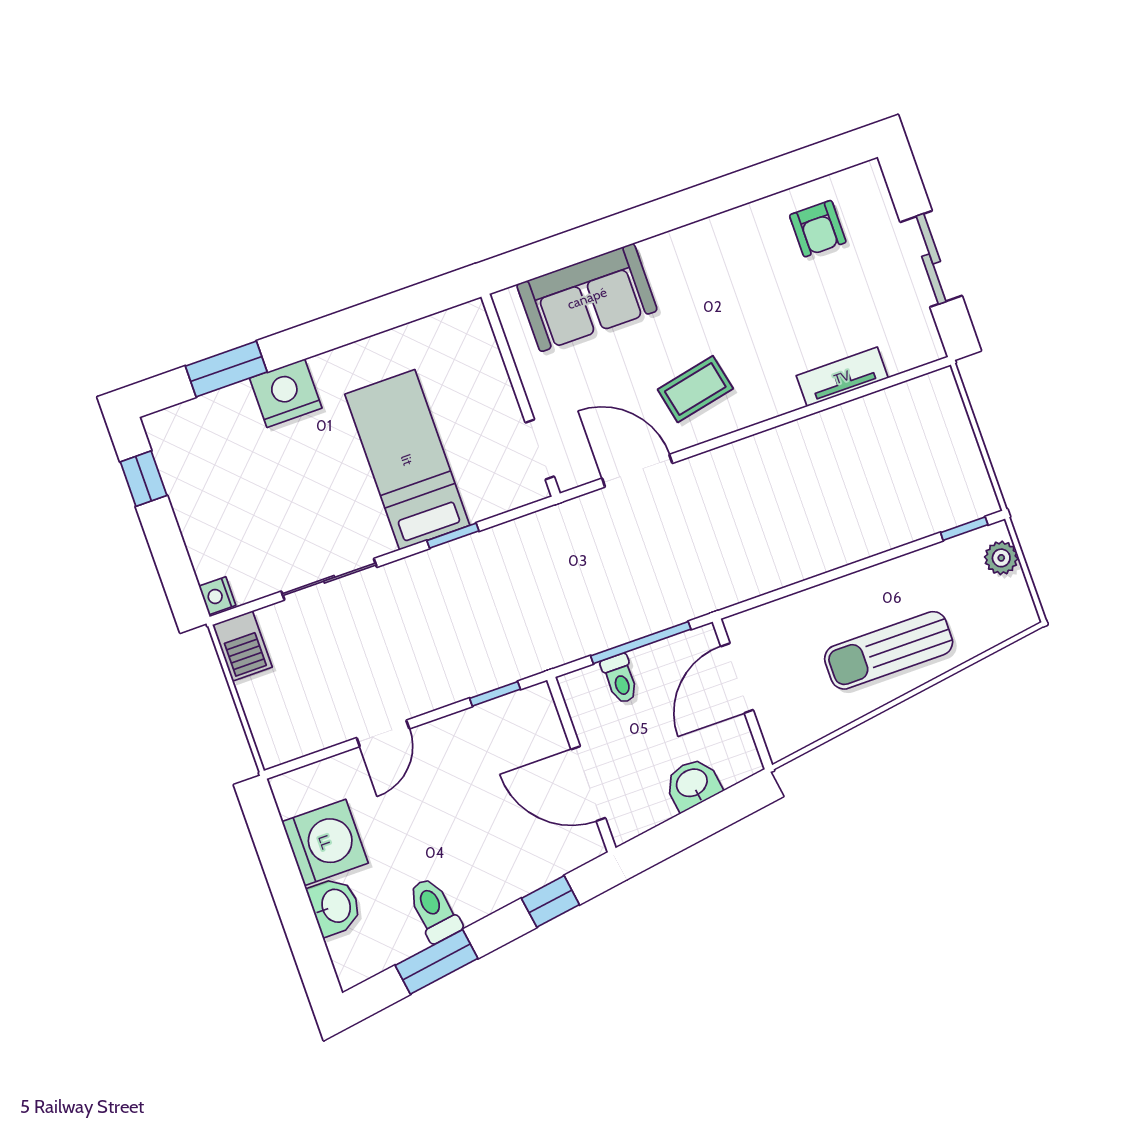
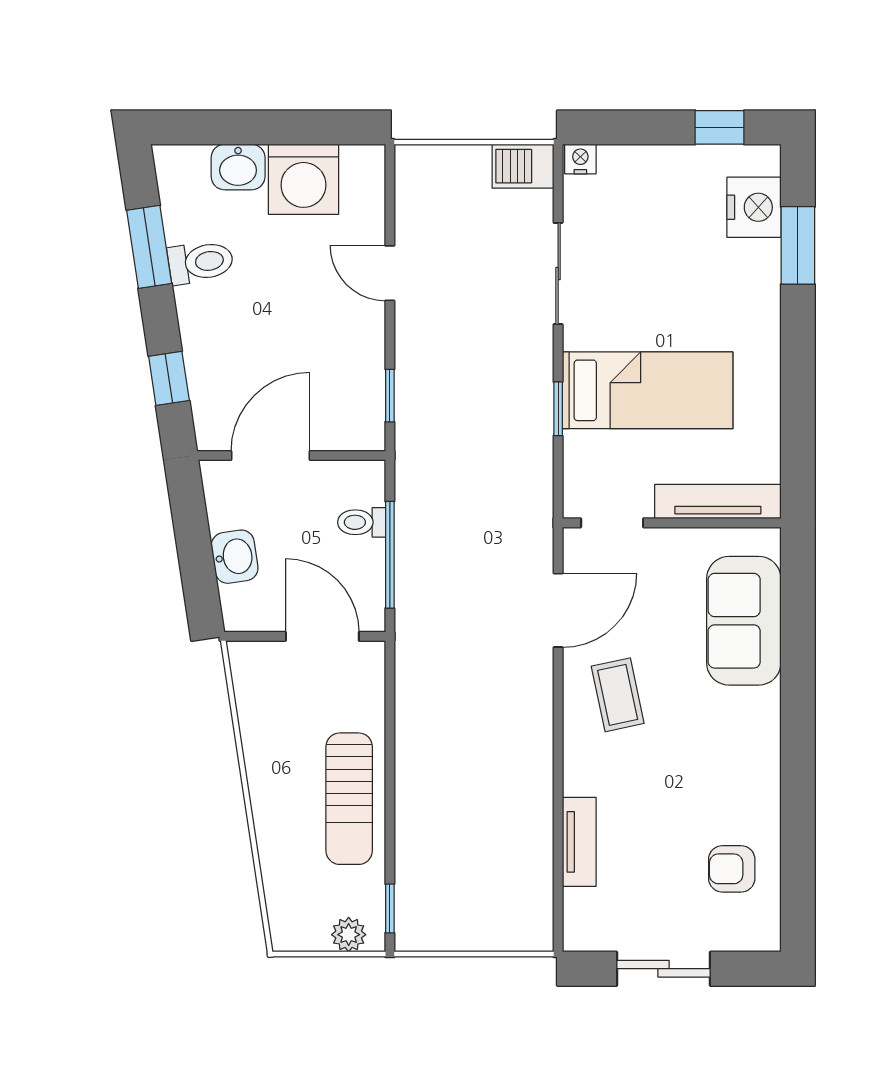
tv unit: (486, 360) -> (718, 501), added
nightstand: (286, 393) -> (754, 207), moved
sun lounger: (889, 650) -> (349, 799), moved, turned 180

